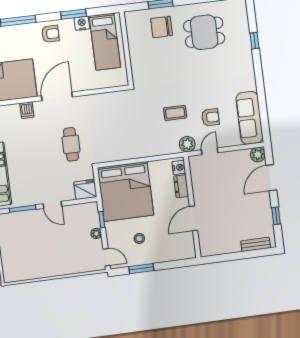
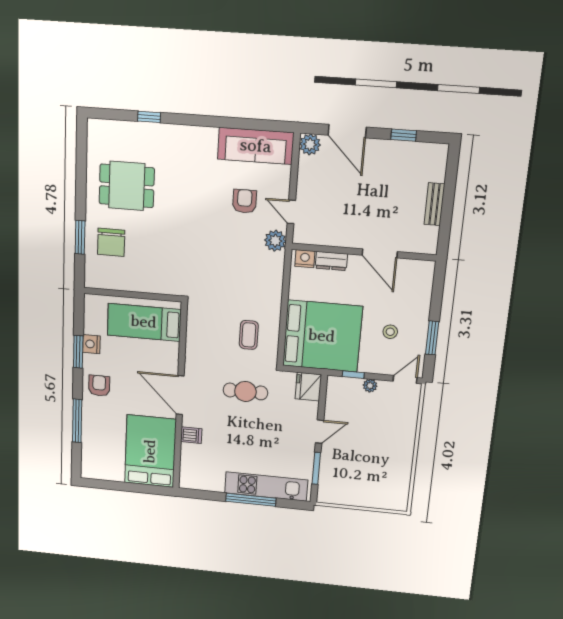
dining table: (204, 32) -> (127, 186), turned 90
bed: (105, 42) -> (144, 322), moved, turned 180
coffee table: (175, 113) -> (249, 335), moved
bench: (256, 244) -> (434, 204), moved

